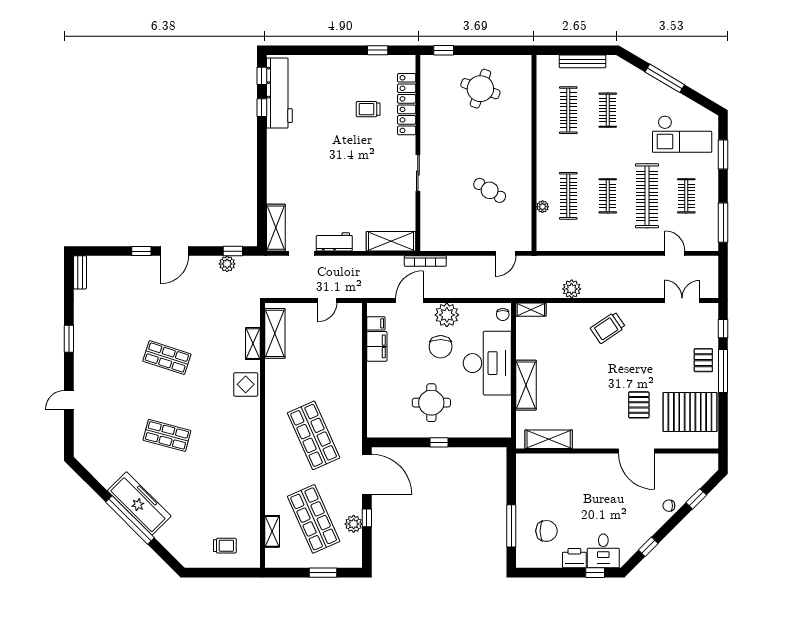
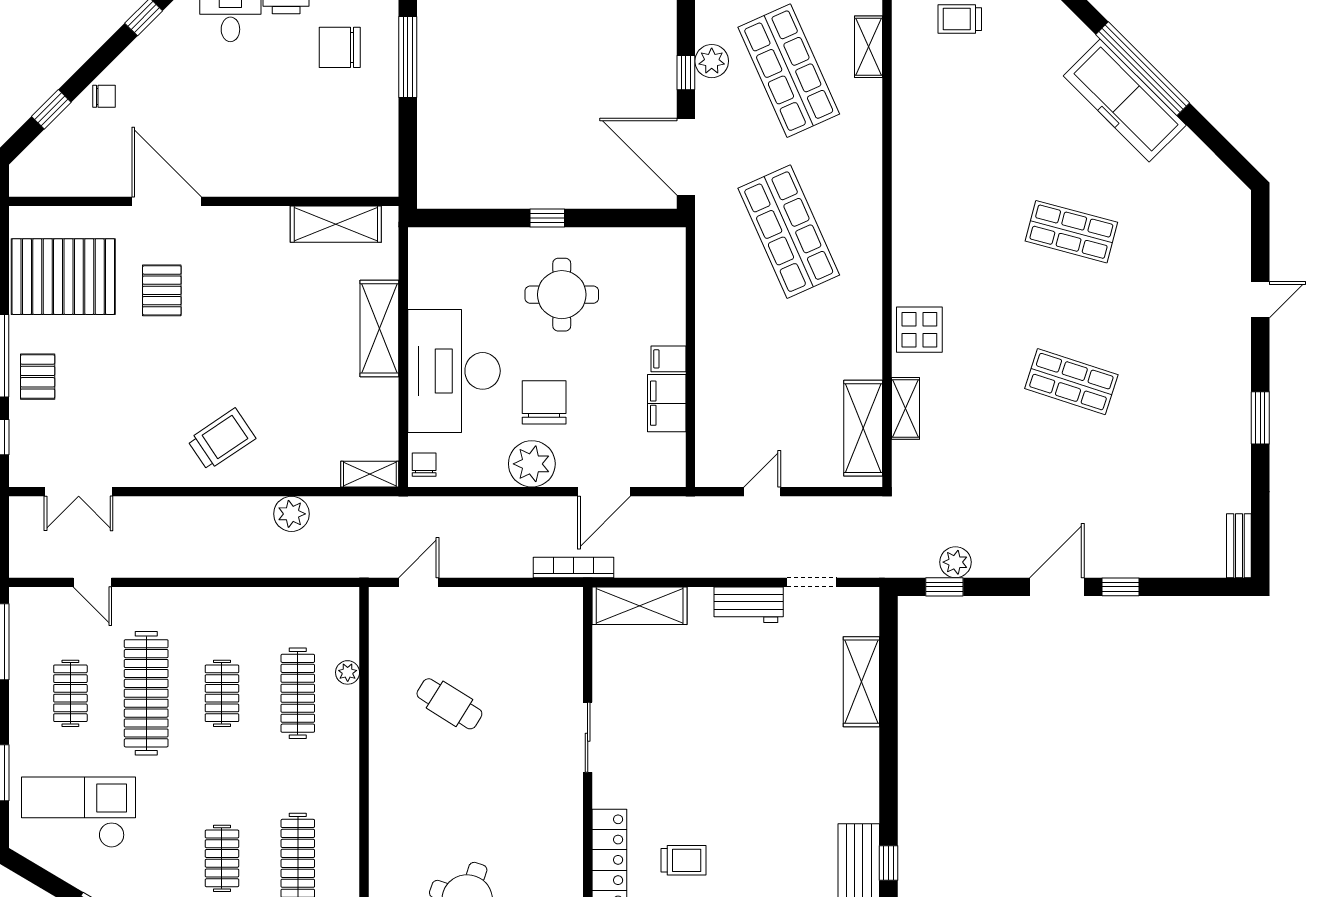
shelving: (276, 228) -> (861, 682), moved
filing cabinet: (376, 323) -> (669, 359), moved

